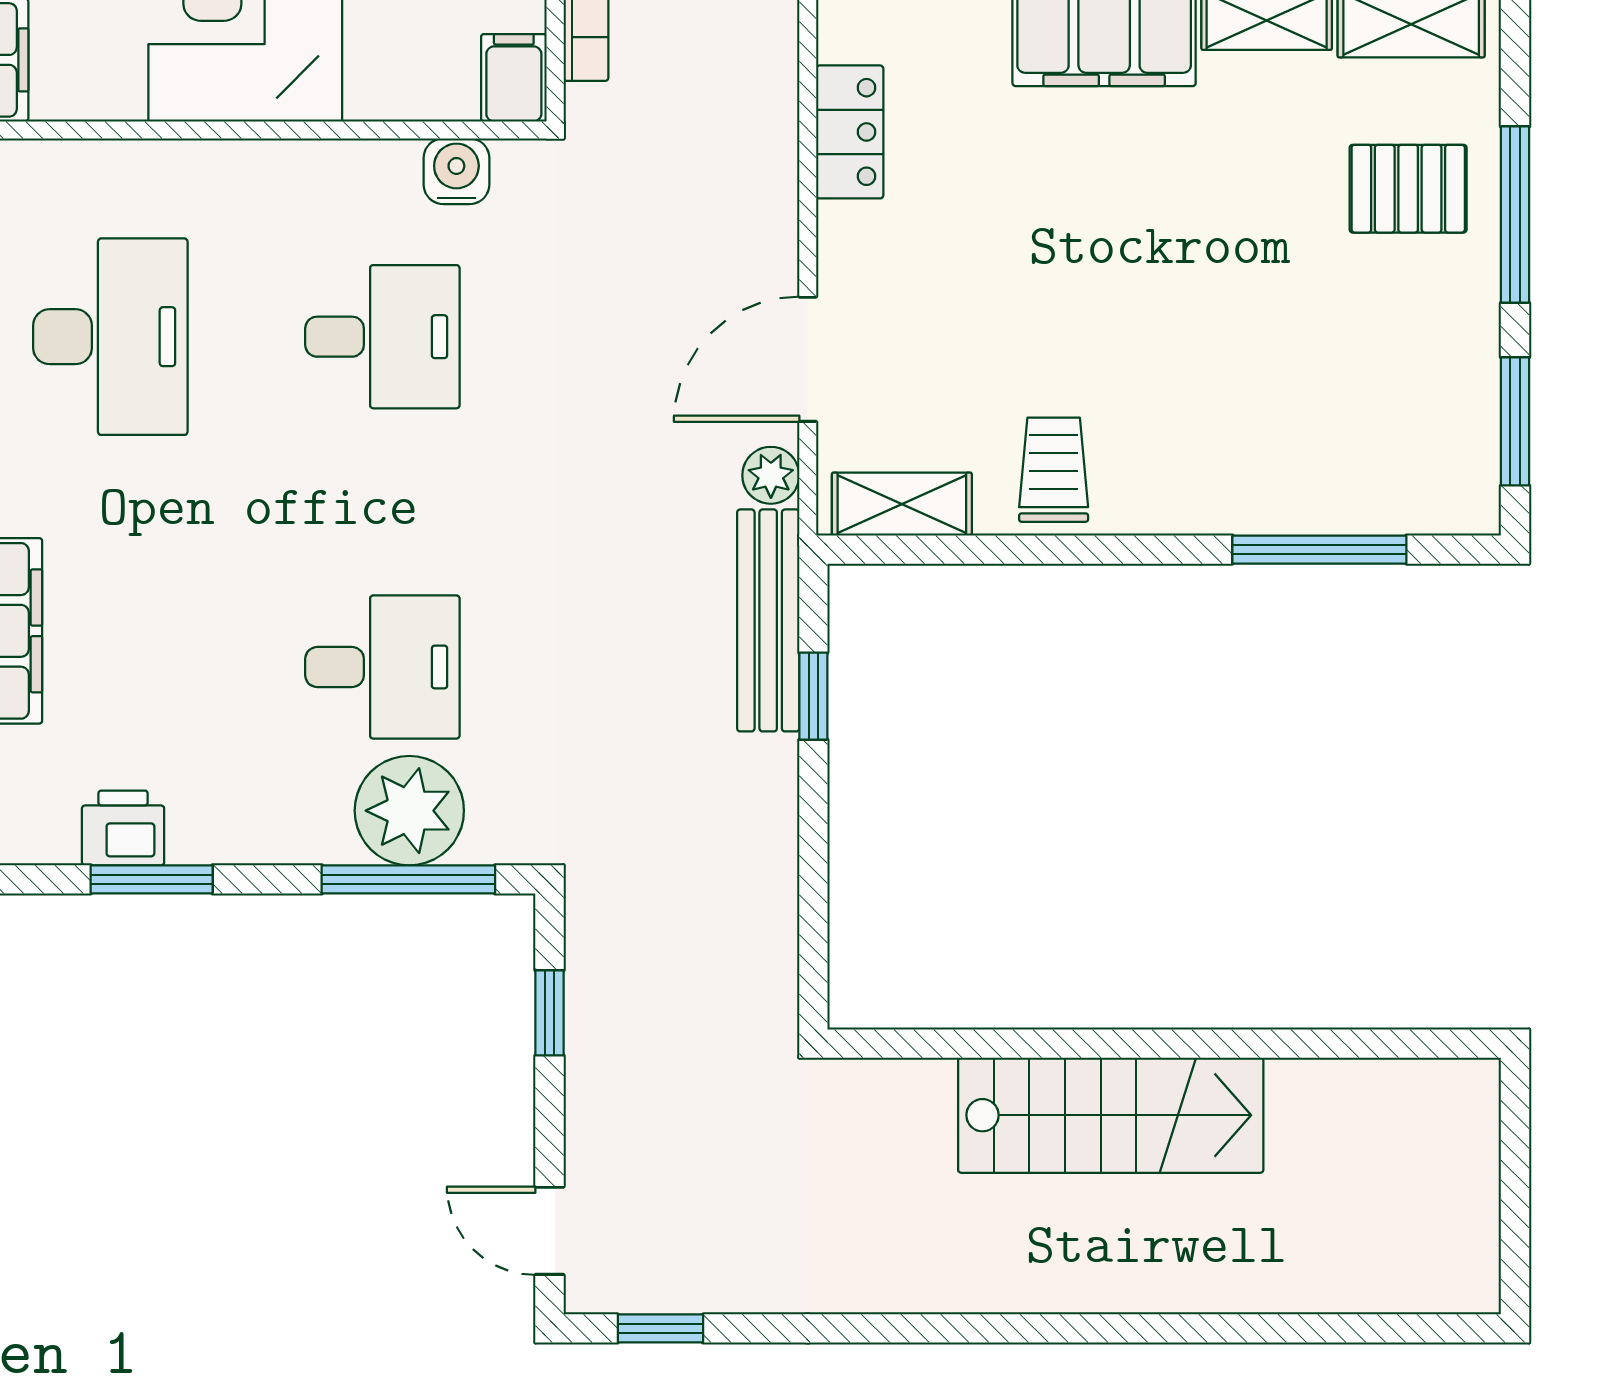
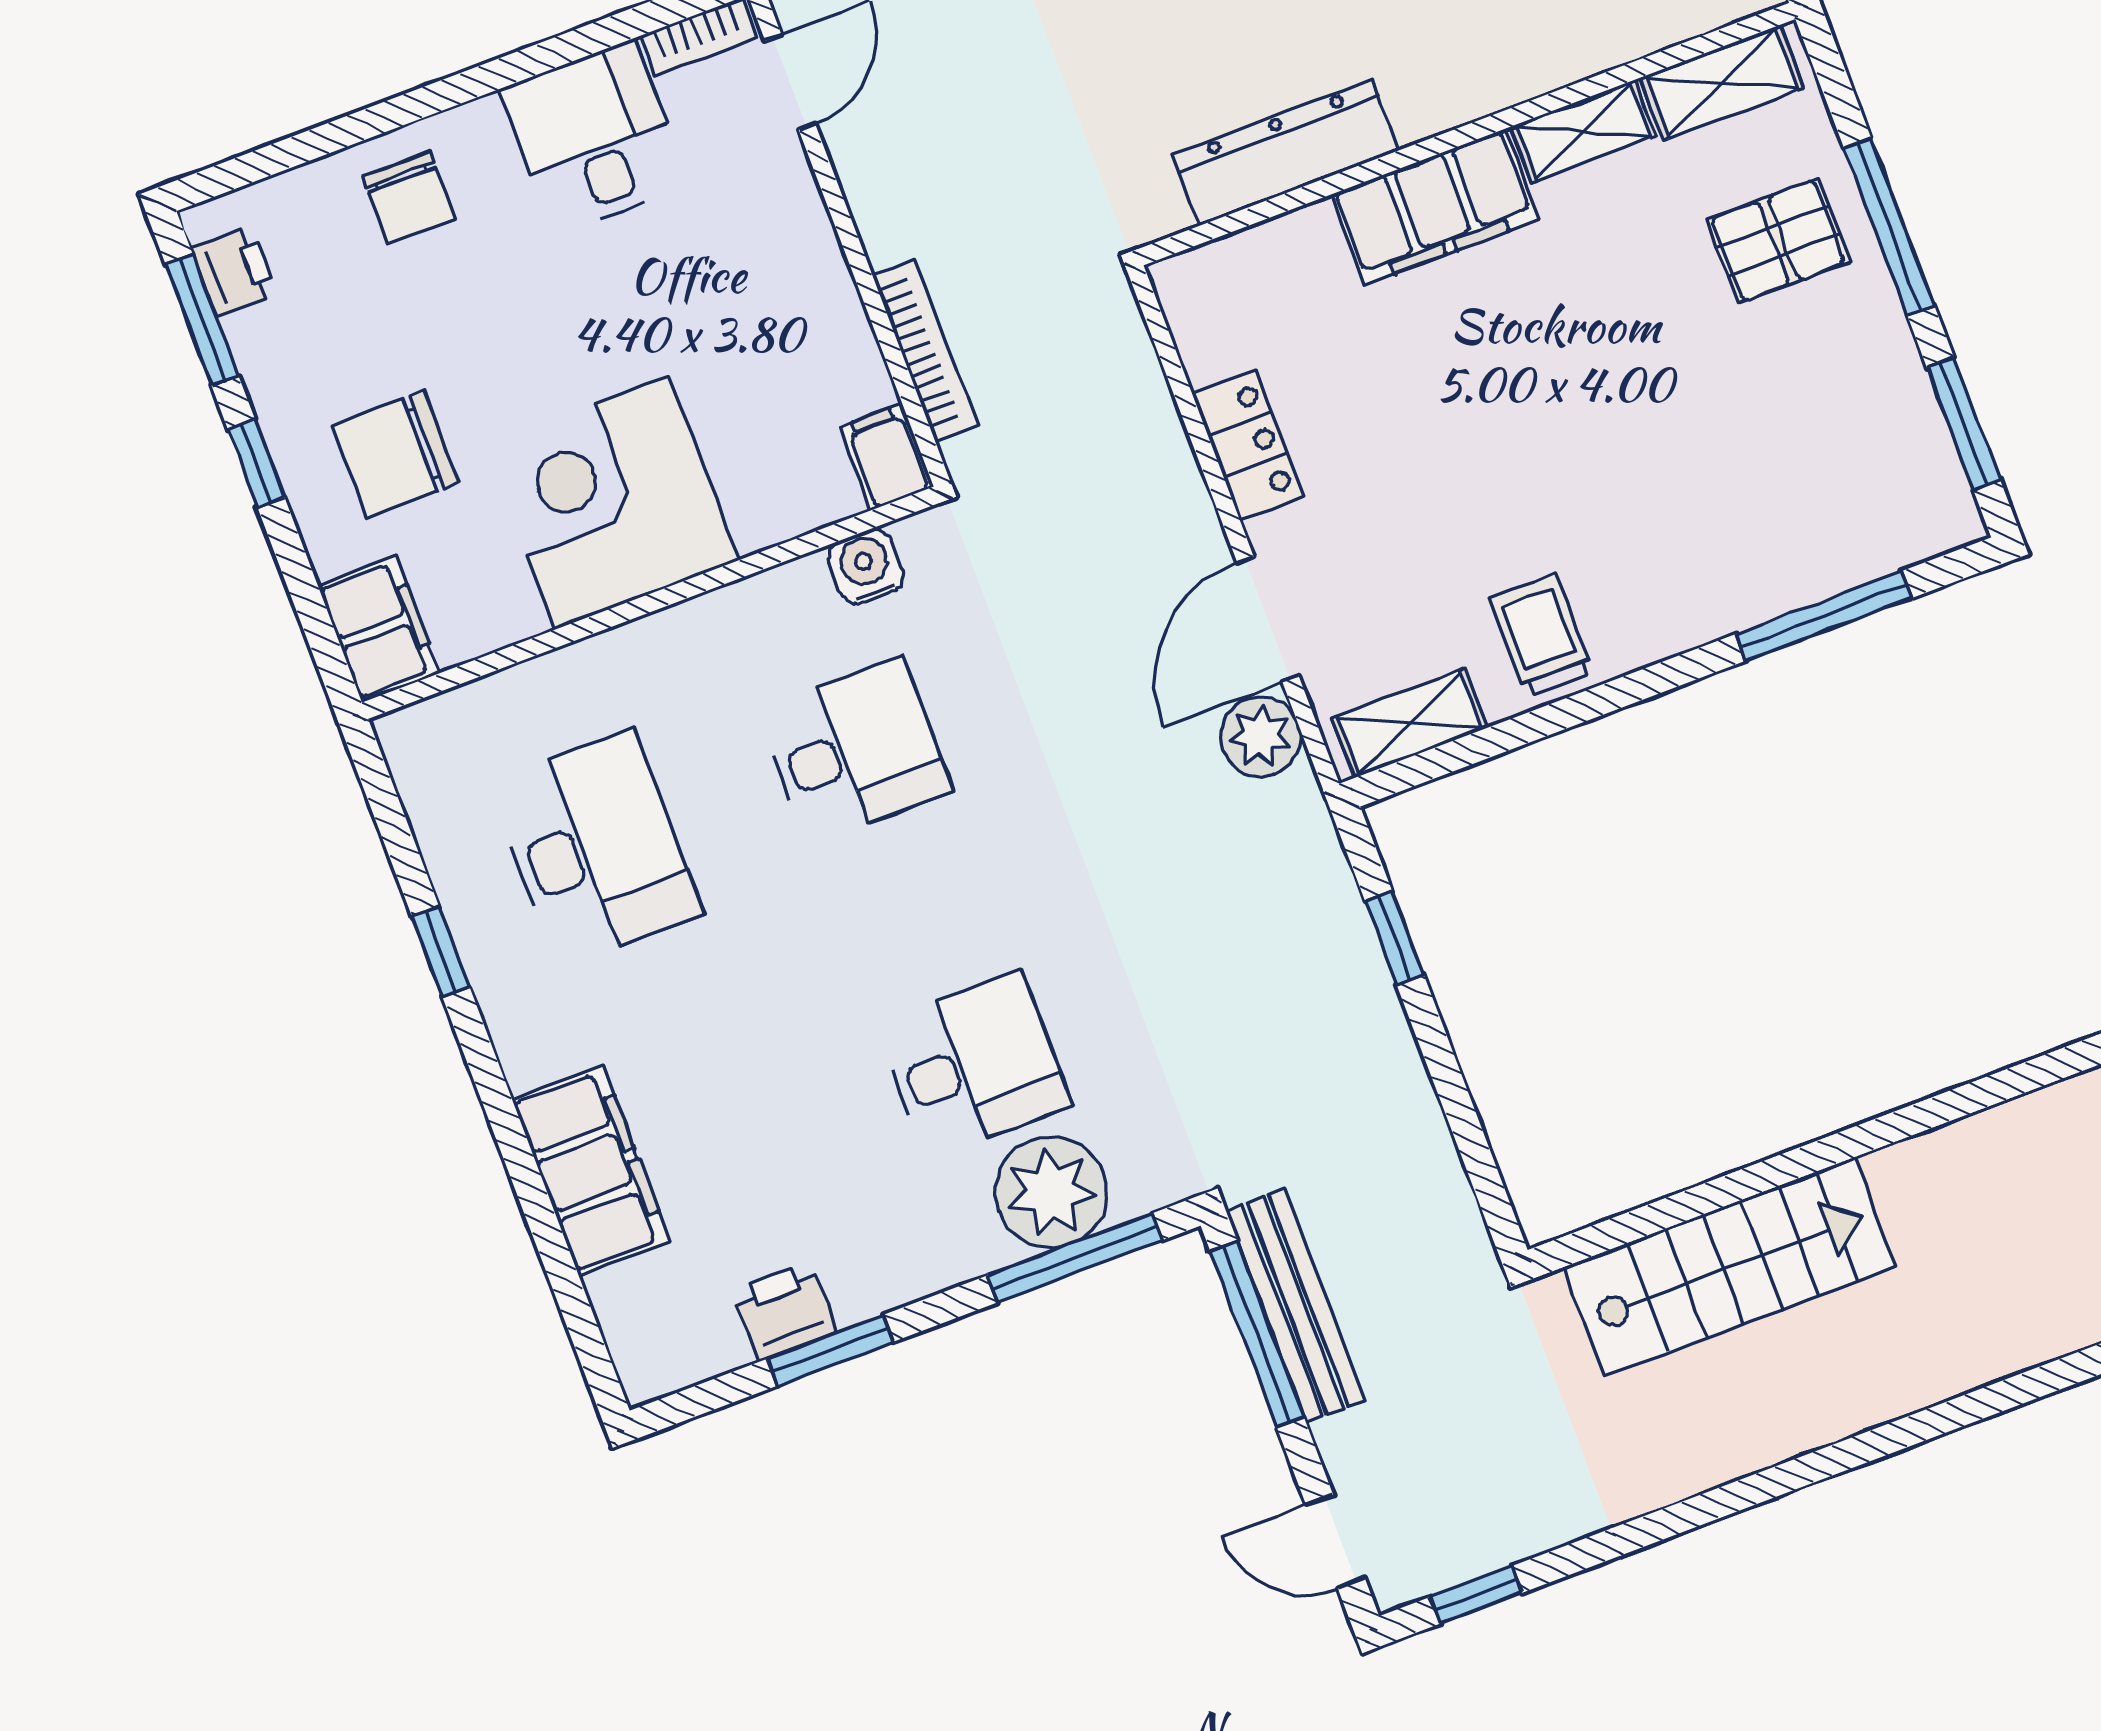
locker: (850, 132) -> (1248, 445), moved
plant: (771, 475) -> (1260, 736), width x1.38, depth x1.38
bench: (768, 620) -> (1295, 1306), moved
window: (549, 1013) -> (1257, 1334), width x2.17
stairs: (1111, 1115) -> (1729, 1267), moved

